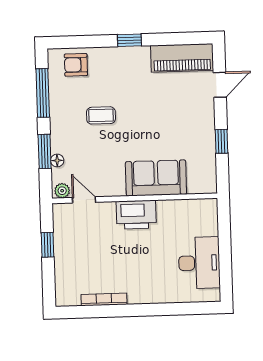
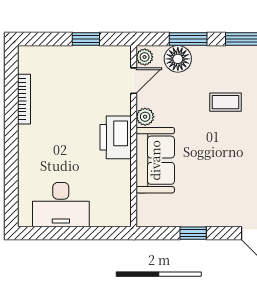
coffee table: (101, 115) -> (226, 102), turned 90
floor lamp: (57, 160) -> (178, 59), width x1.89, depth x1.89
plant: (117, 188) -> (145, 117), added

